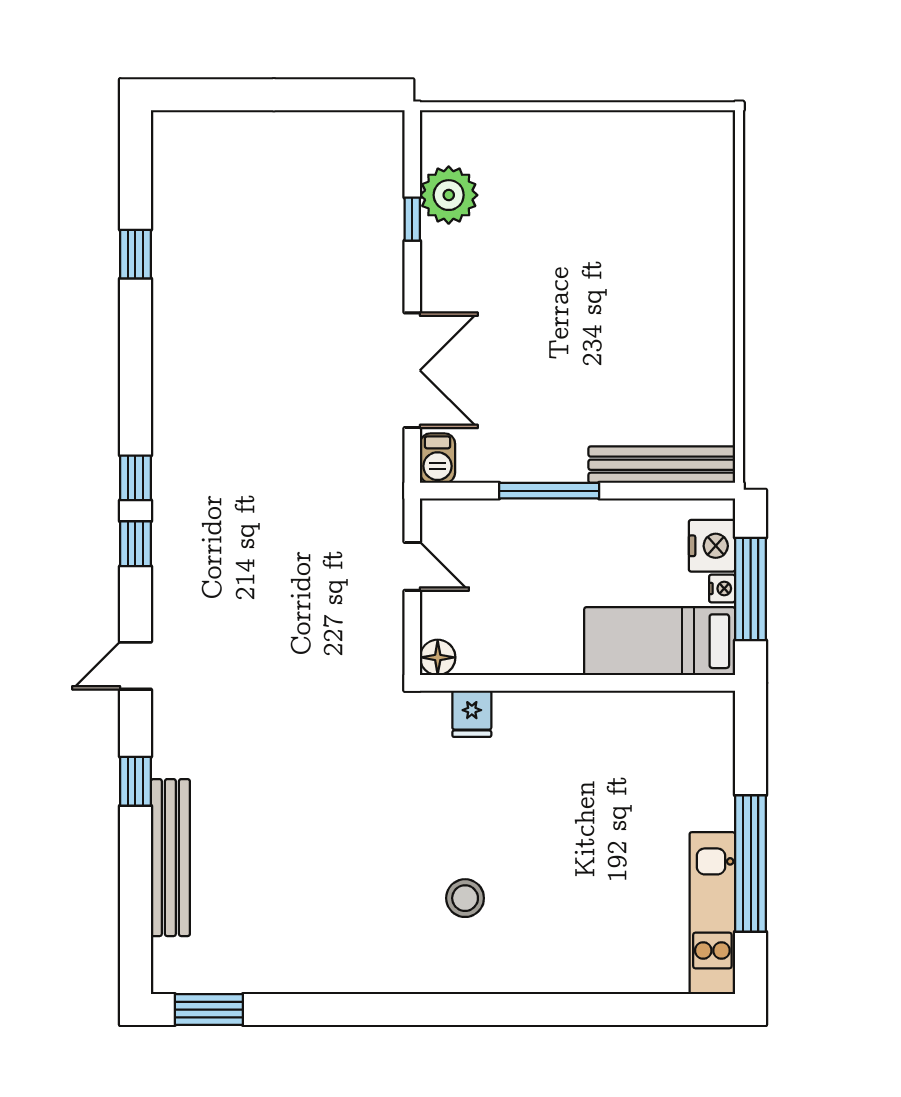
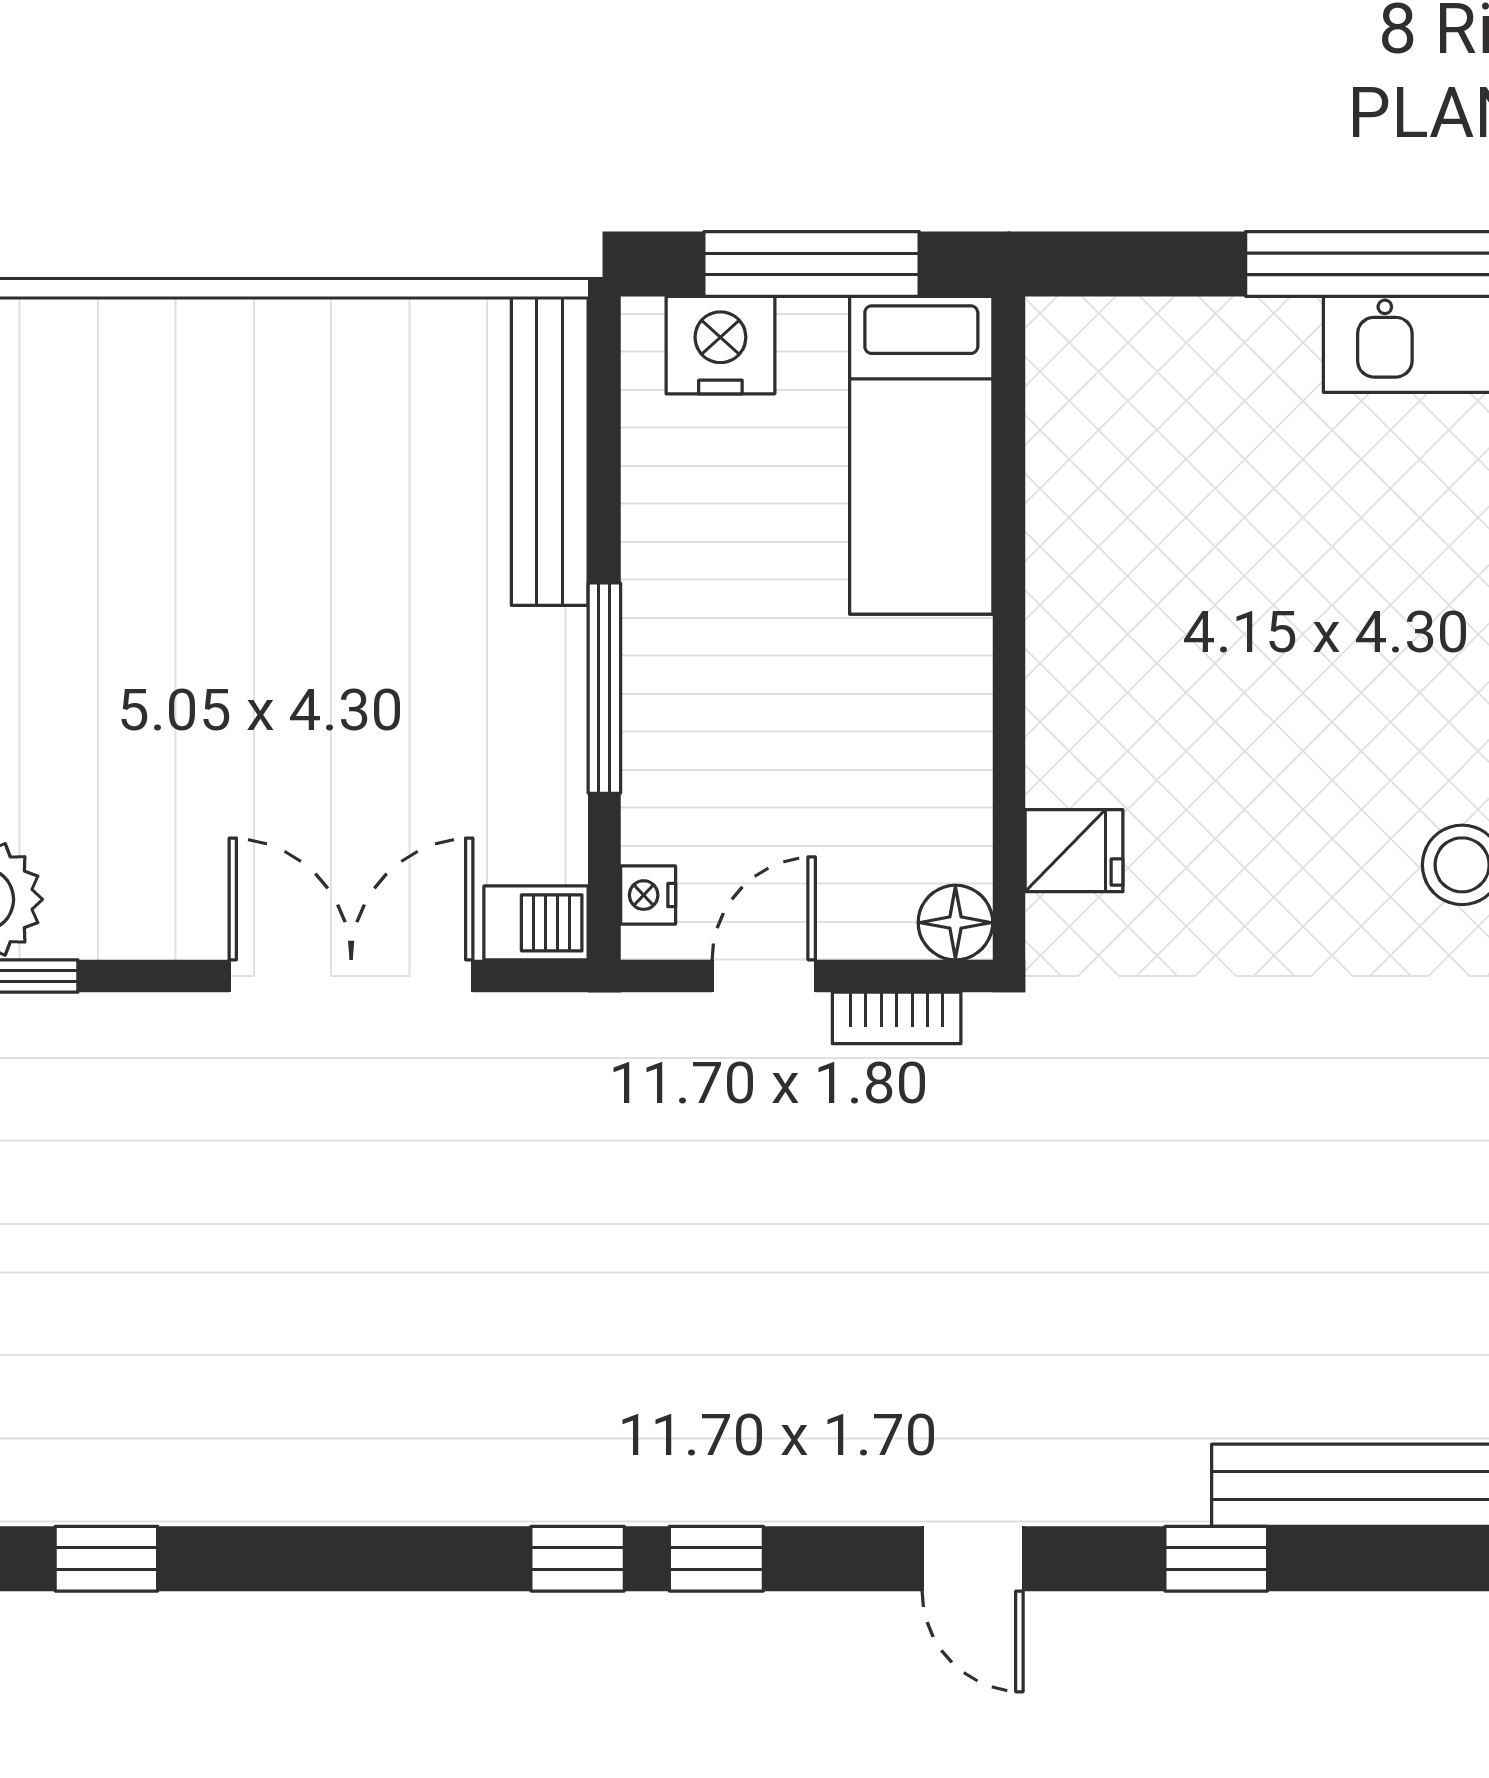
nightstand: (722, 589) -> (648, 895), moved, turned -90
bookcase: (392, 629) -> (897, 1018), added

